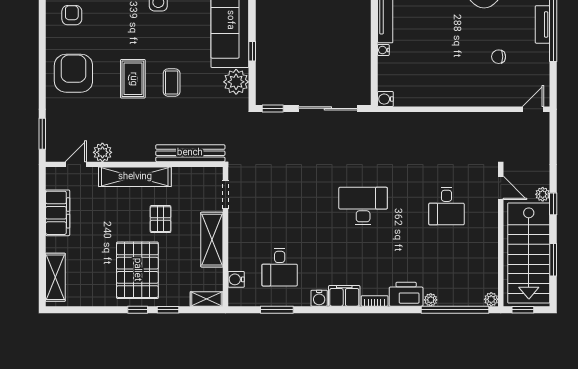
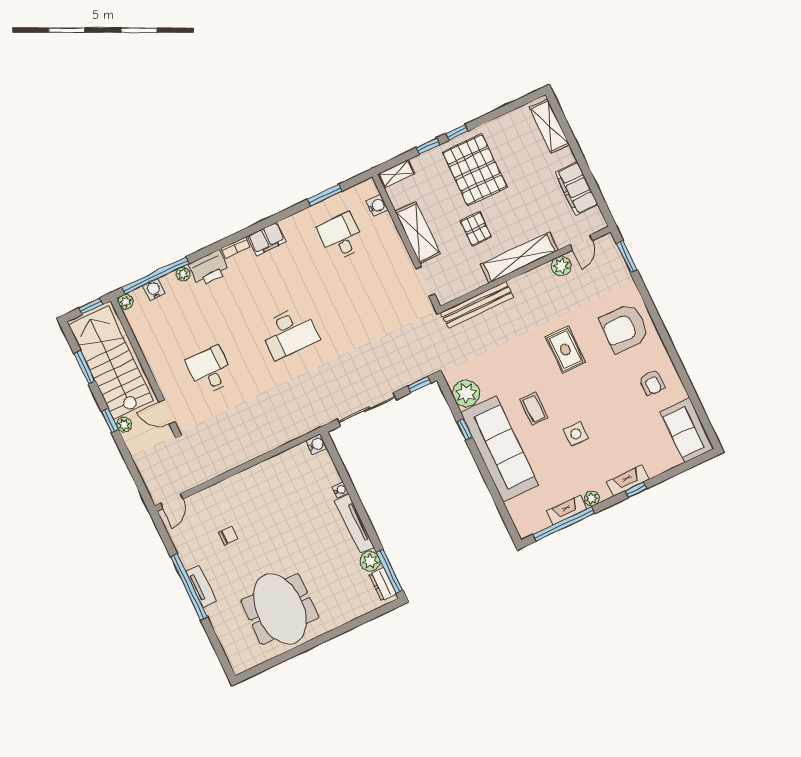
armchair: (73, 73) -> (624, 328), turned 90
coffee table: (172, 83) -> (534, 409), moved
water cooler: (319, 298) -> (154, 290), moved

